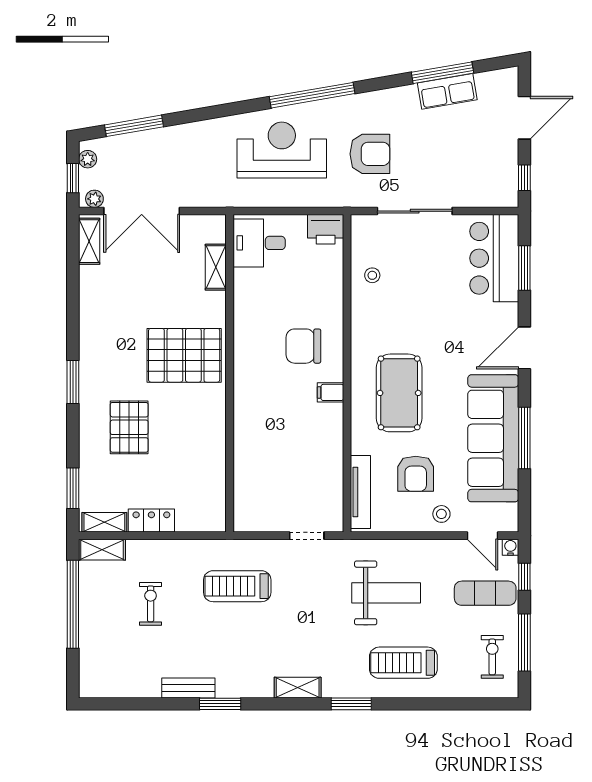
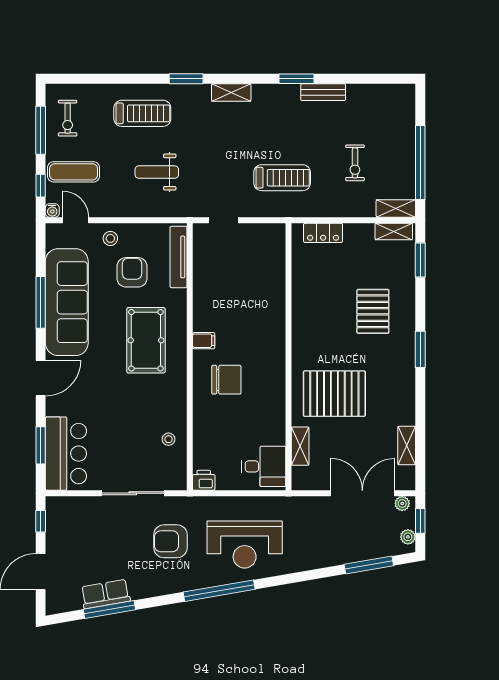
printer: (326, 229) -> (204, 480), width x0.73, depth x0.81
shelving: (89, 241) -> (407, 446), moved
pallet: (184, 355) -> (334, 394), moved
locker: (151, 521) -> (323, 233), moved
weight bench: (386, 593) -> (157, 172), width x0.73, depth x0.75

